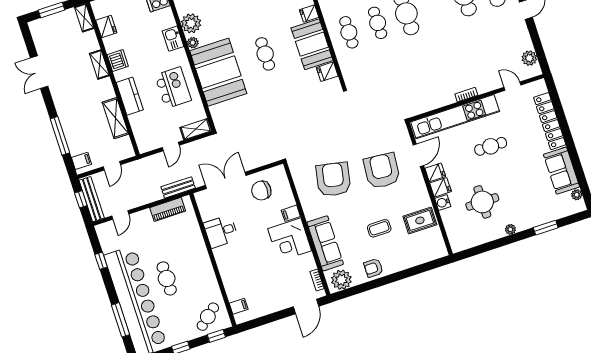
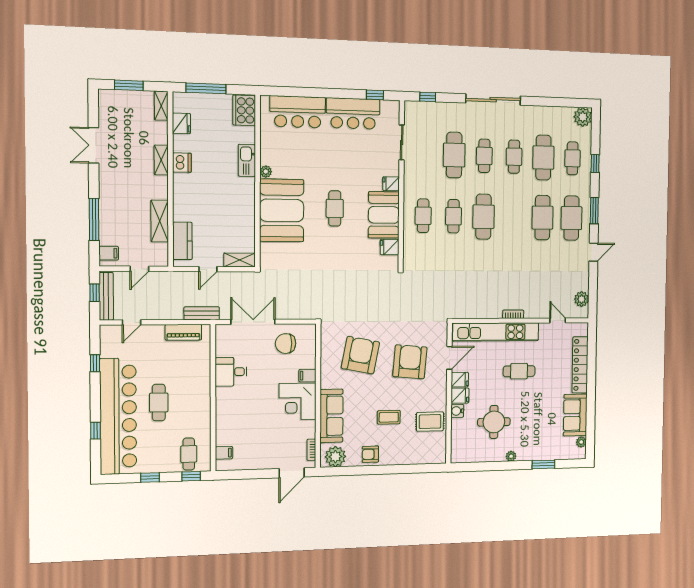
plant: (191, 23) -> (270, 151), removed
kitchen sink: (173, 39) -> (247, 160), width x1.38
kitchen island: (173, 88) -> (230, 210), removed
kitchen counter: (130, 96) -> (182, 241), moved
cafe table: (208, 317) -> (189, 454), turned -50
window: (120, 320) -> (95, 431), width x0.46

